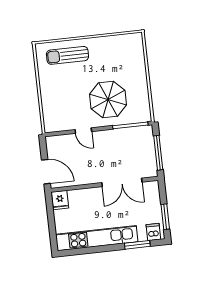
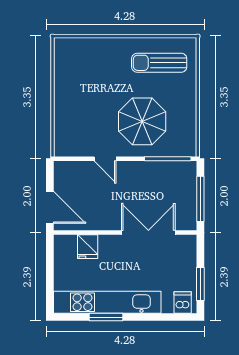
sun lounger: (67, 55) -> (159, 63), moved
double door: (122, 182) -> (148, 233), swing flipped
fridge: (60, 200) -> (88, 247), moved
window: (137, 245) -> (106, 317), moved

